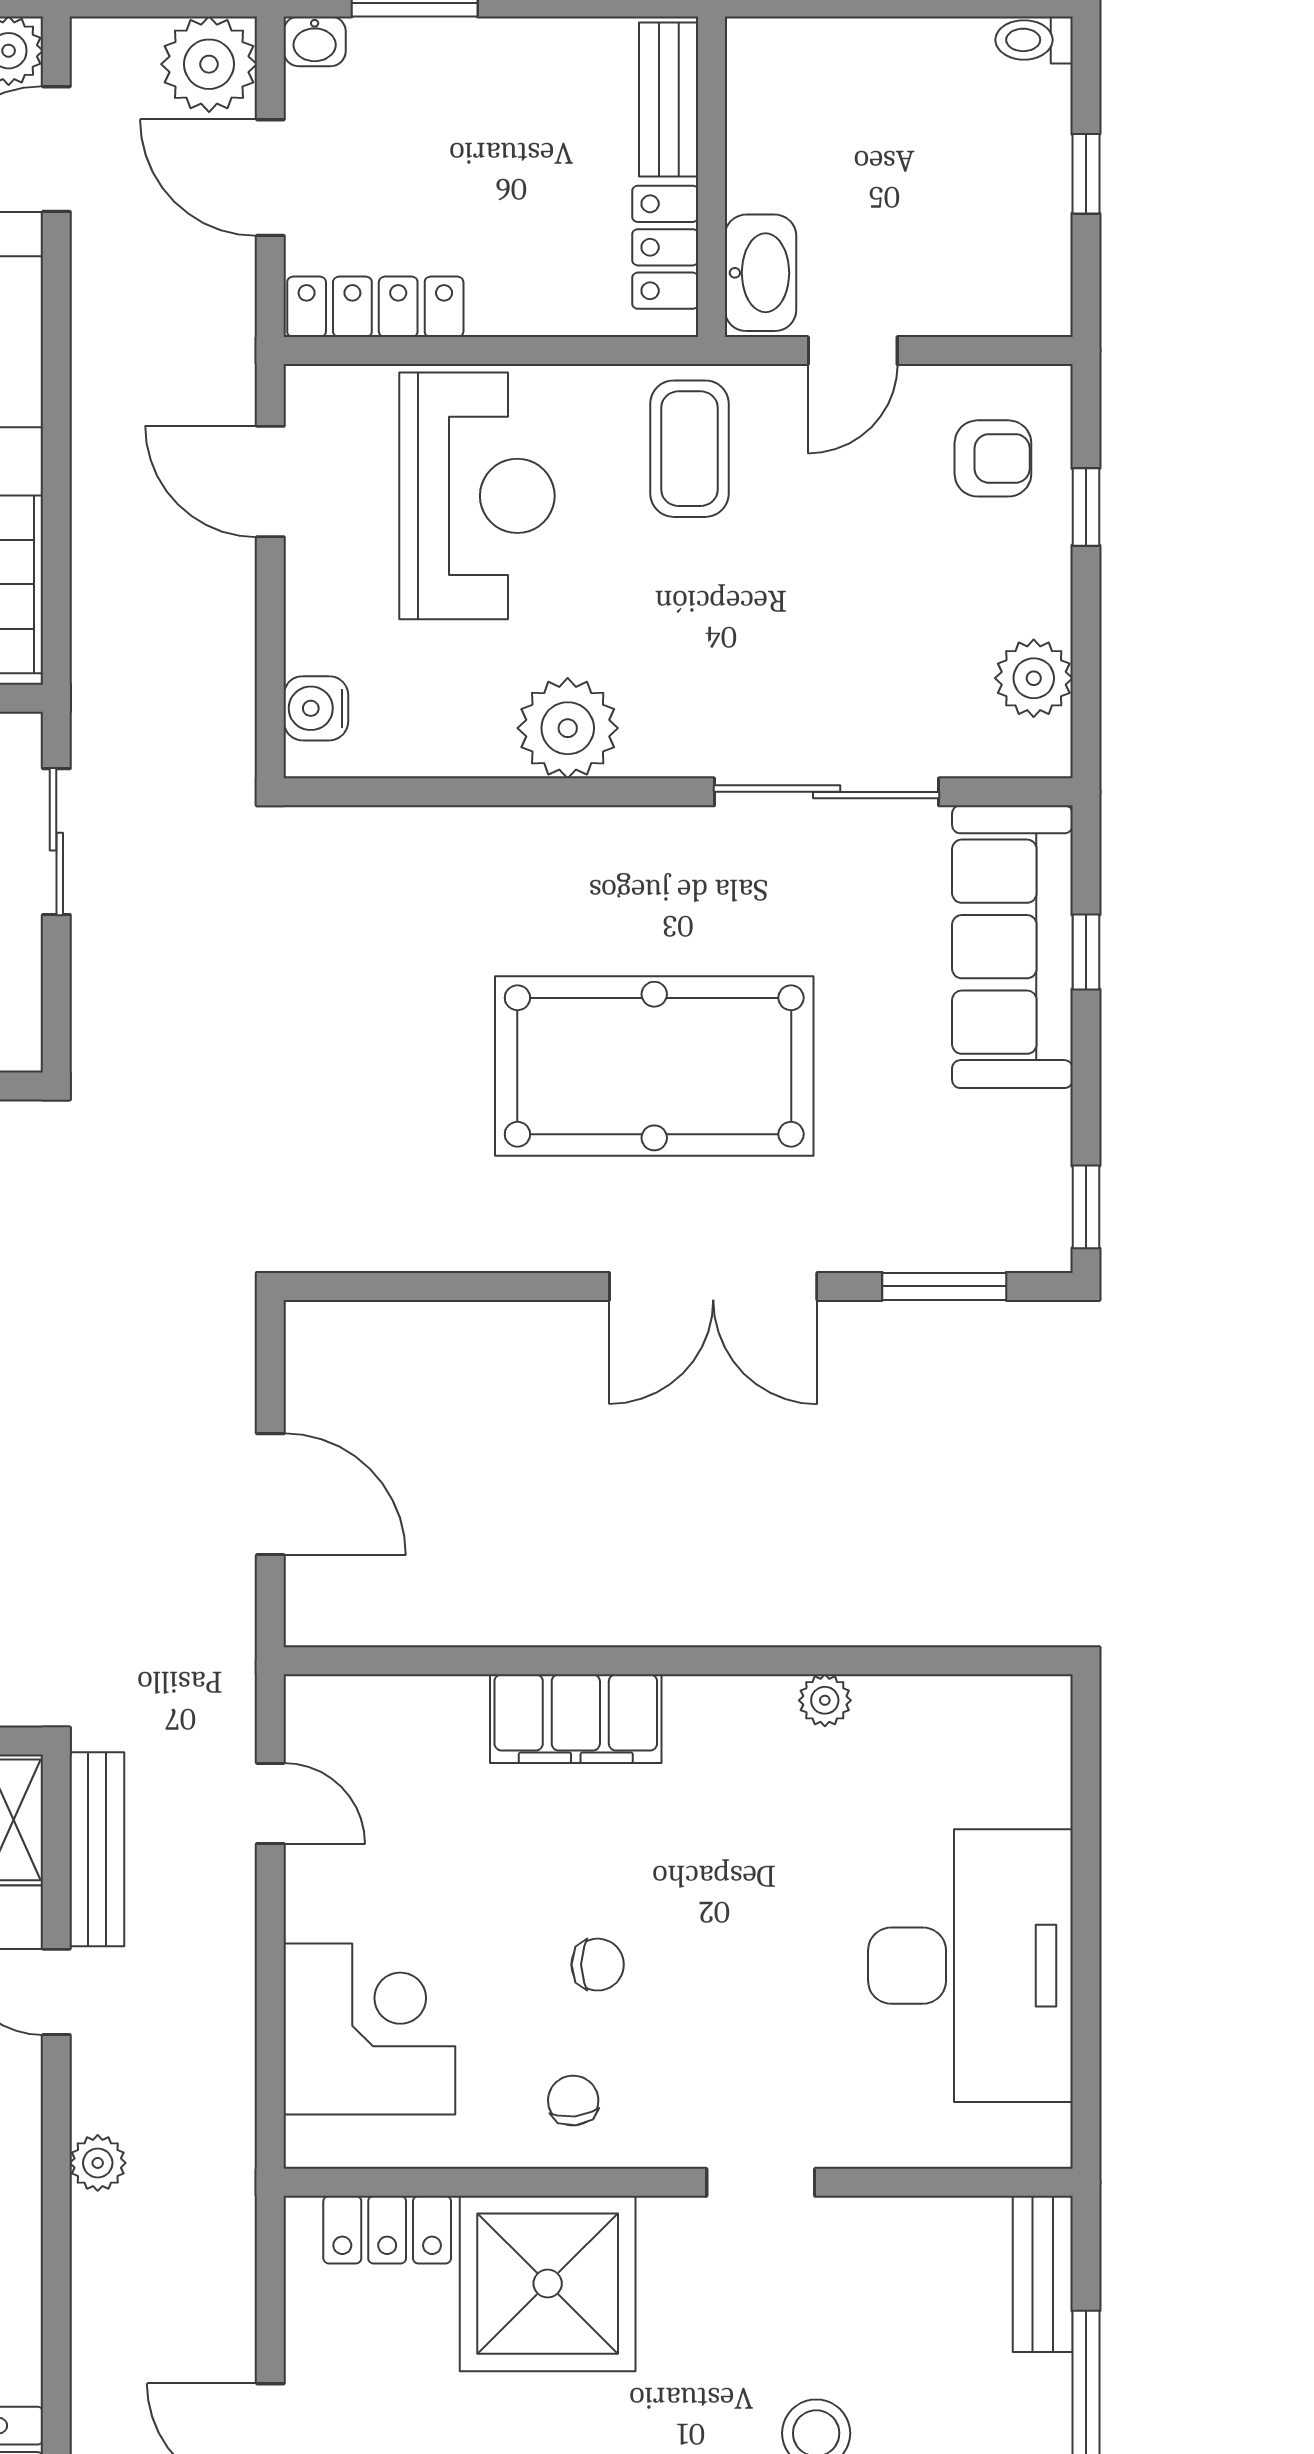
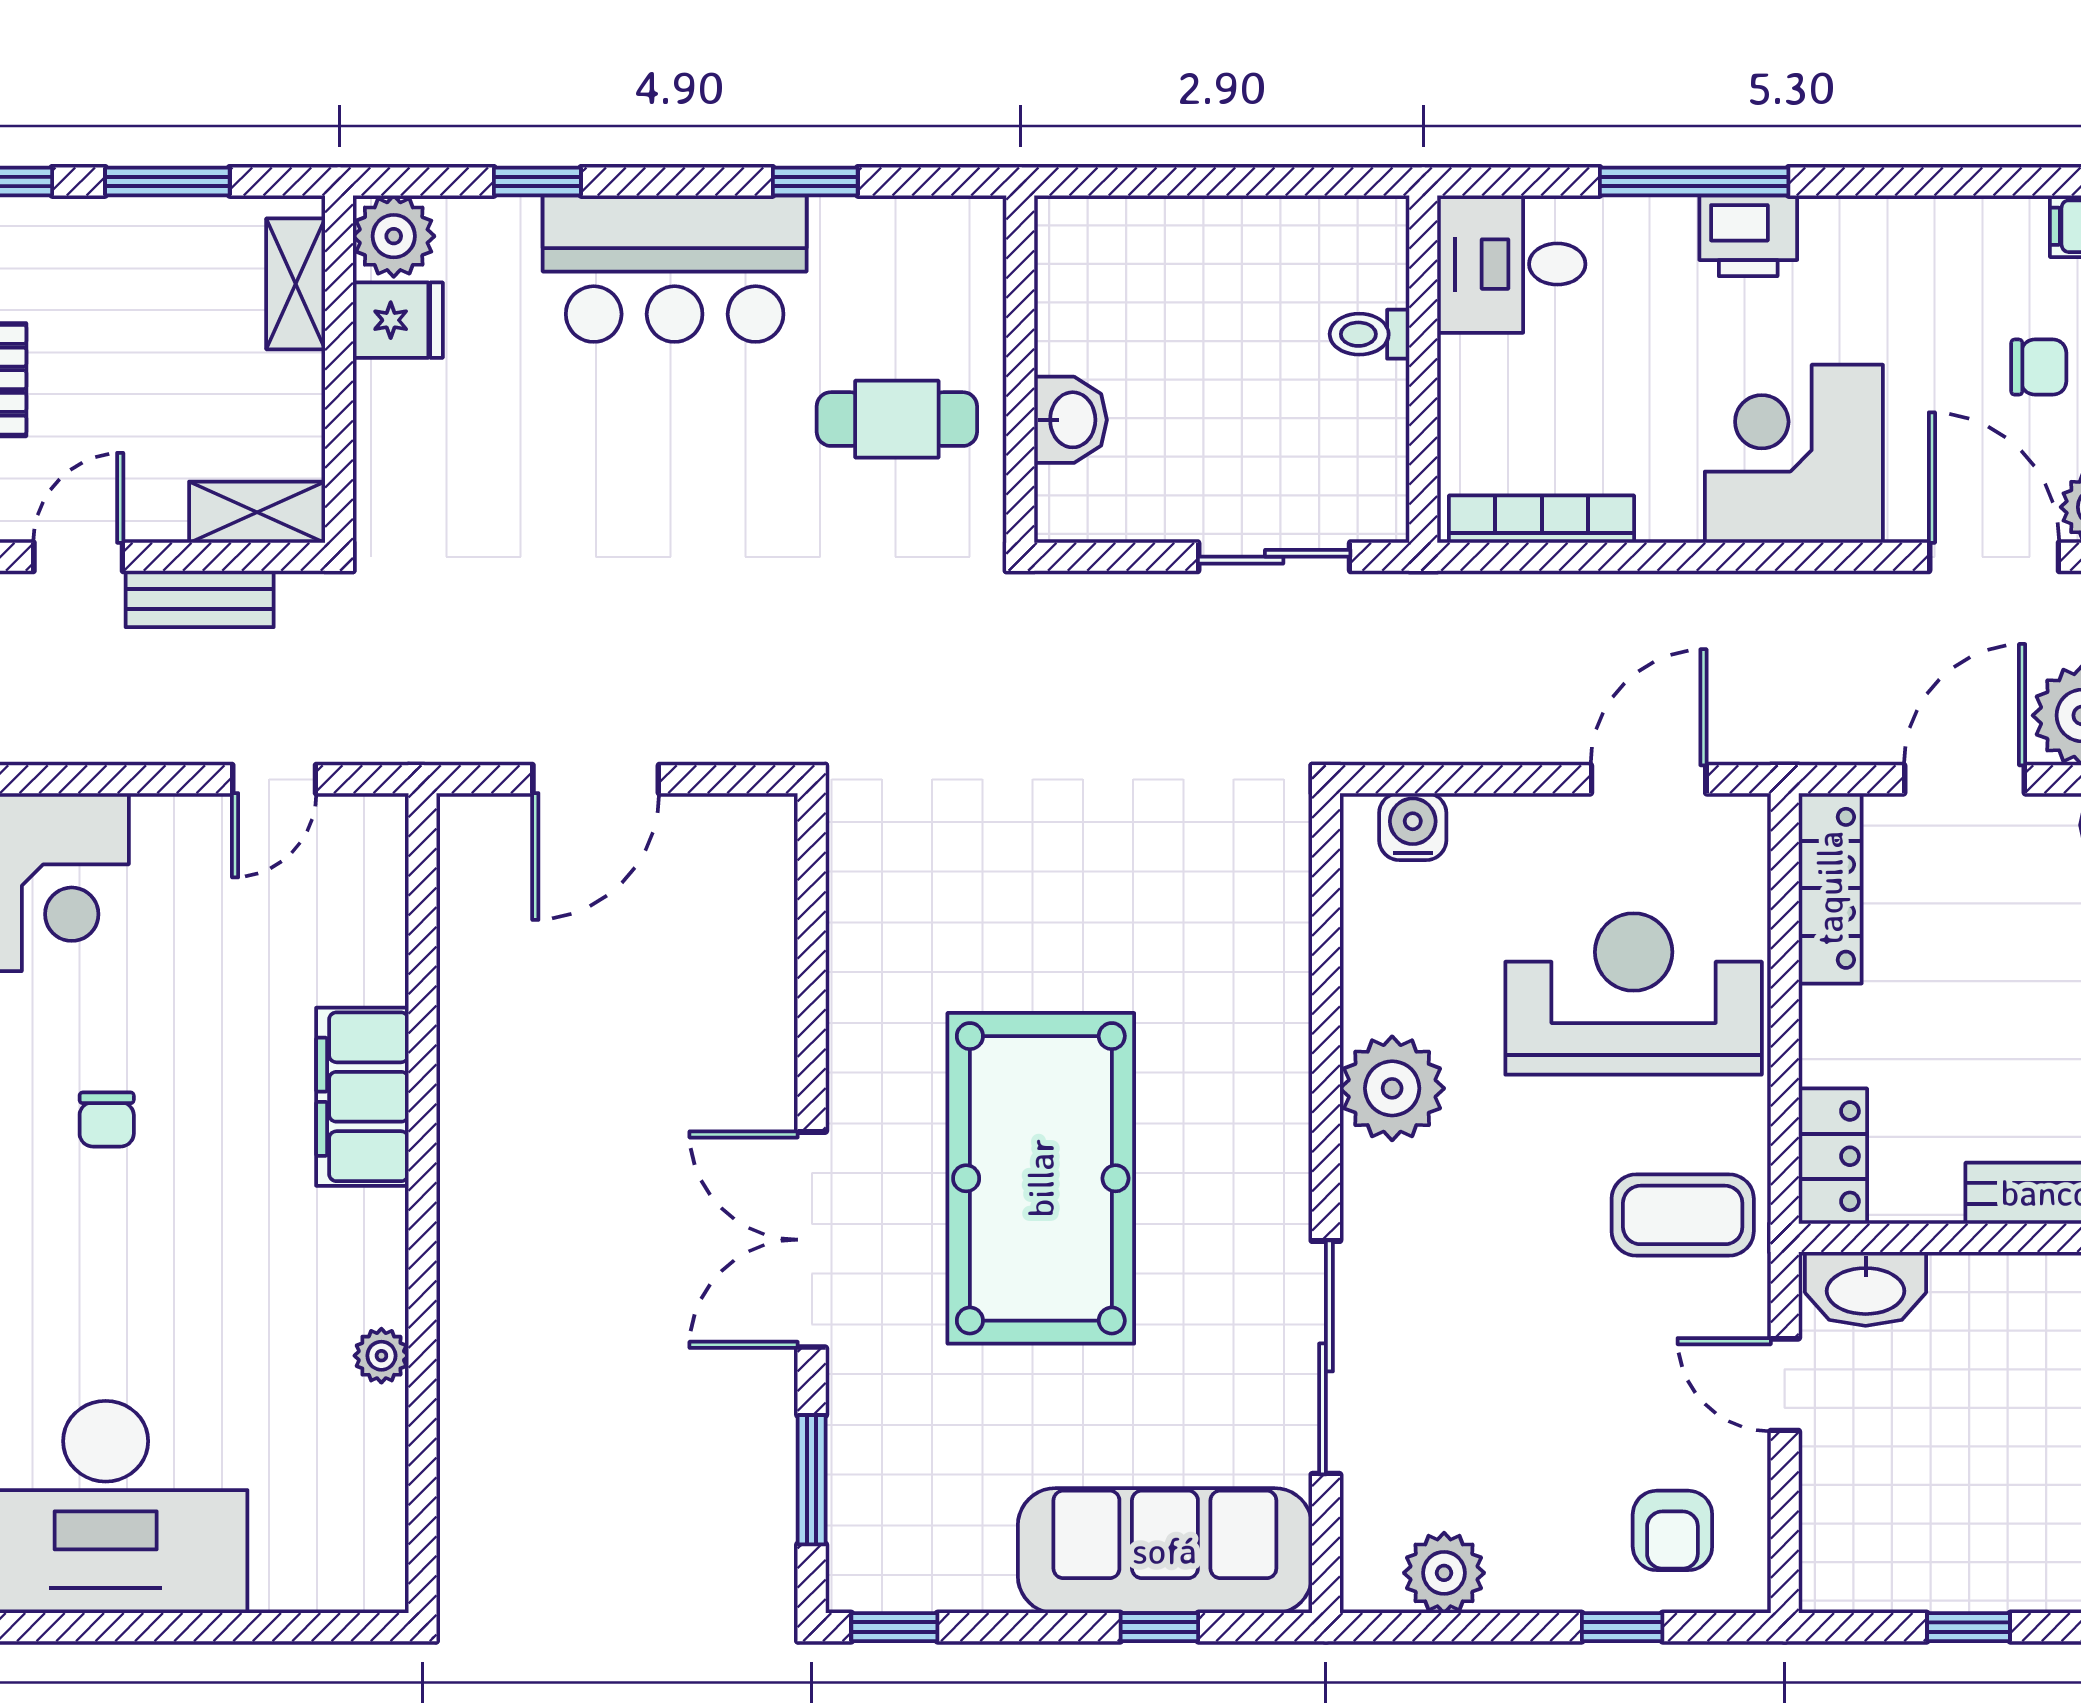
locker: (665, 247) -> (1833, 1156), moved, turned 90
reception desk: (477, 496) -> (1634, 994), turned 180
bench: (97, 1849) -> (200, 599), width x0.73

